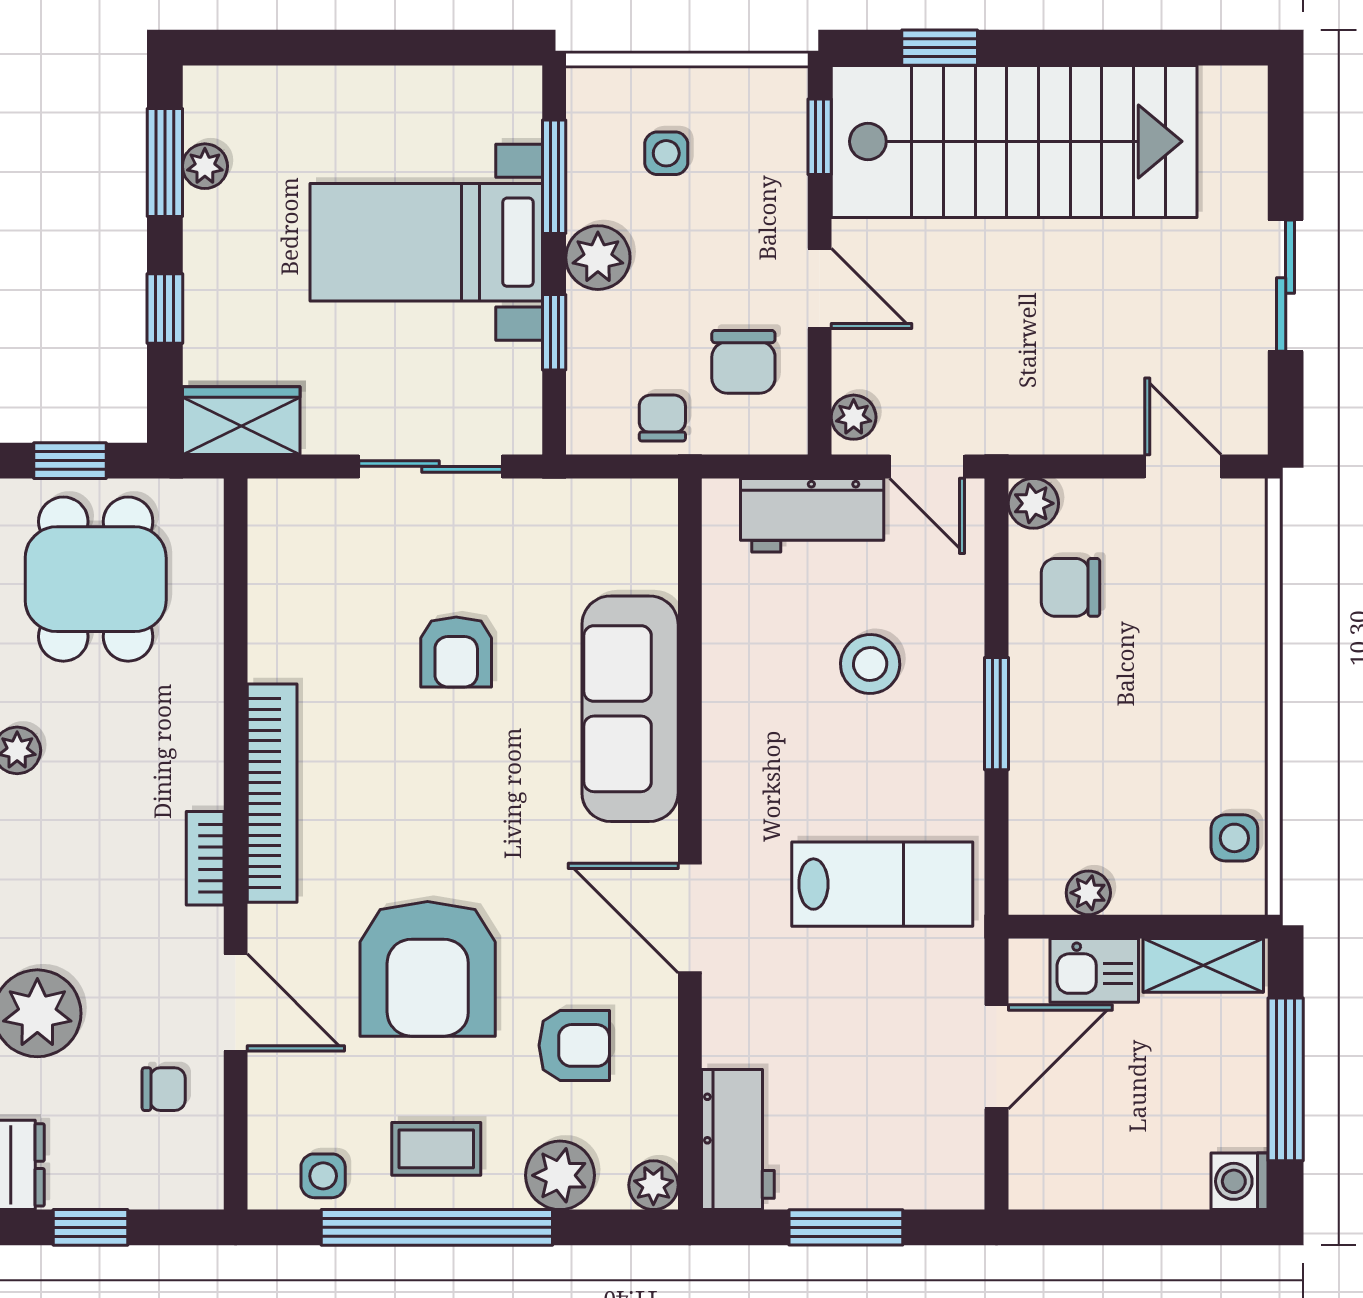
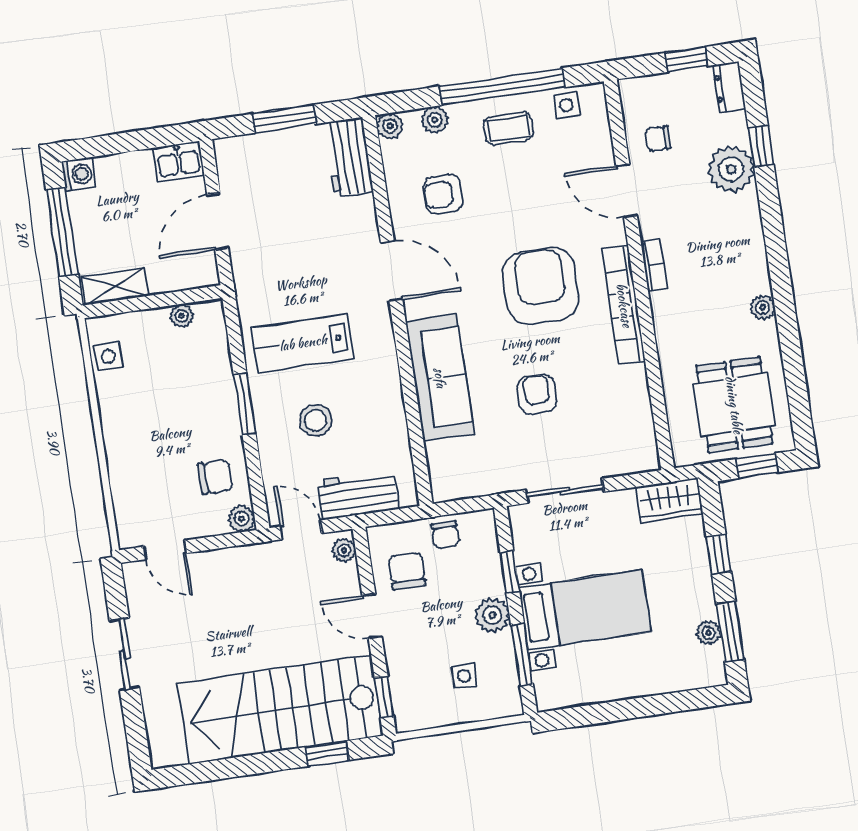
lab bench: (882, 884) -> (303, 343), moved
armchair: (428, 969) -> (541, 286), moved
kitchen sink: (1094, 970) -> (178, 161), moved, turned 180
plant: (560, 1175) -> (435, 120), width x0.73, depth x0.73

